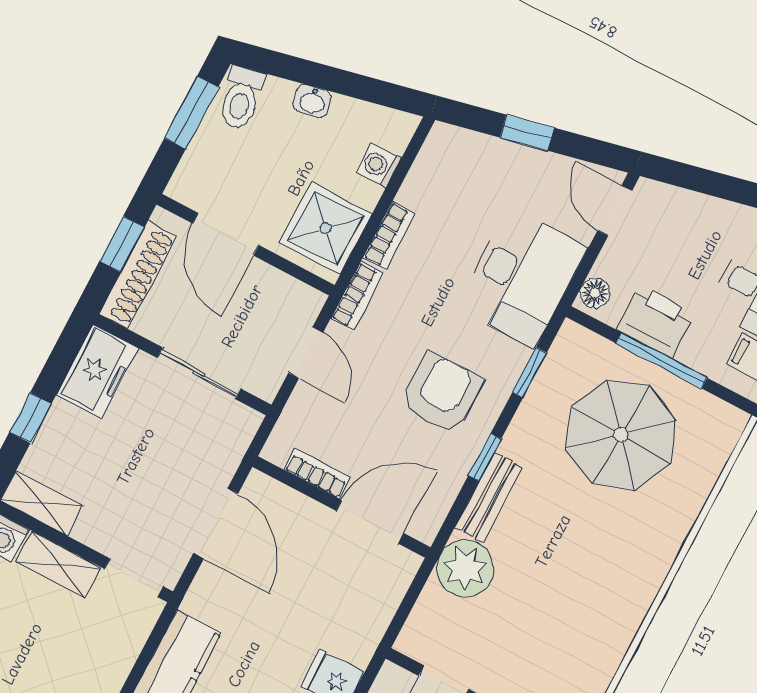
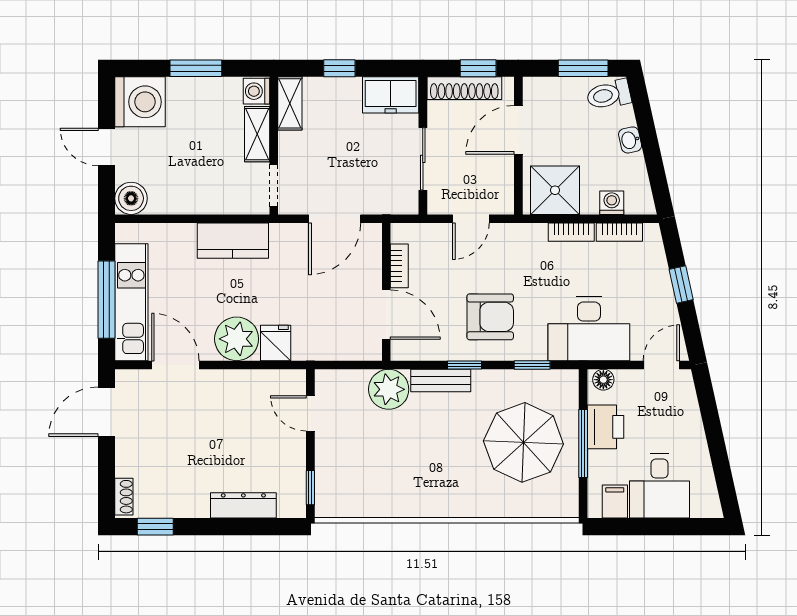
bookcase: (357, 296) -> (619, 232), moved

